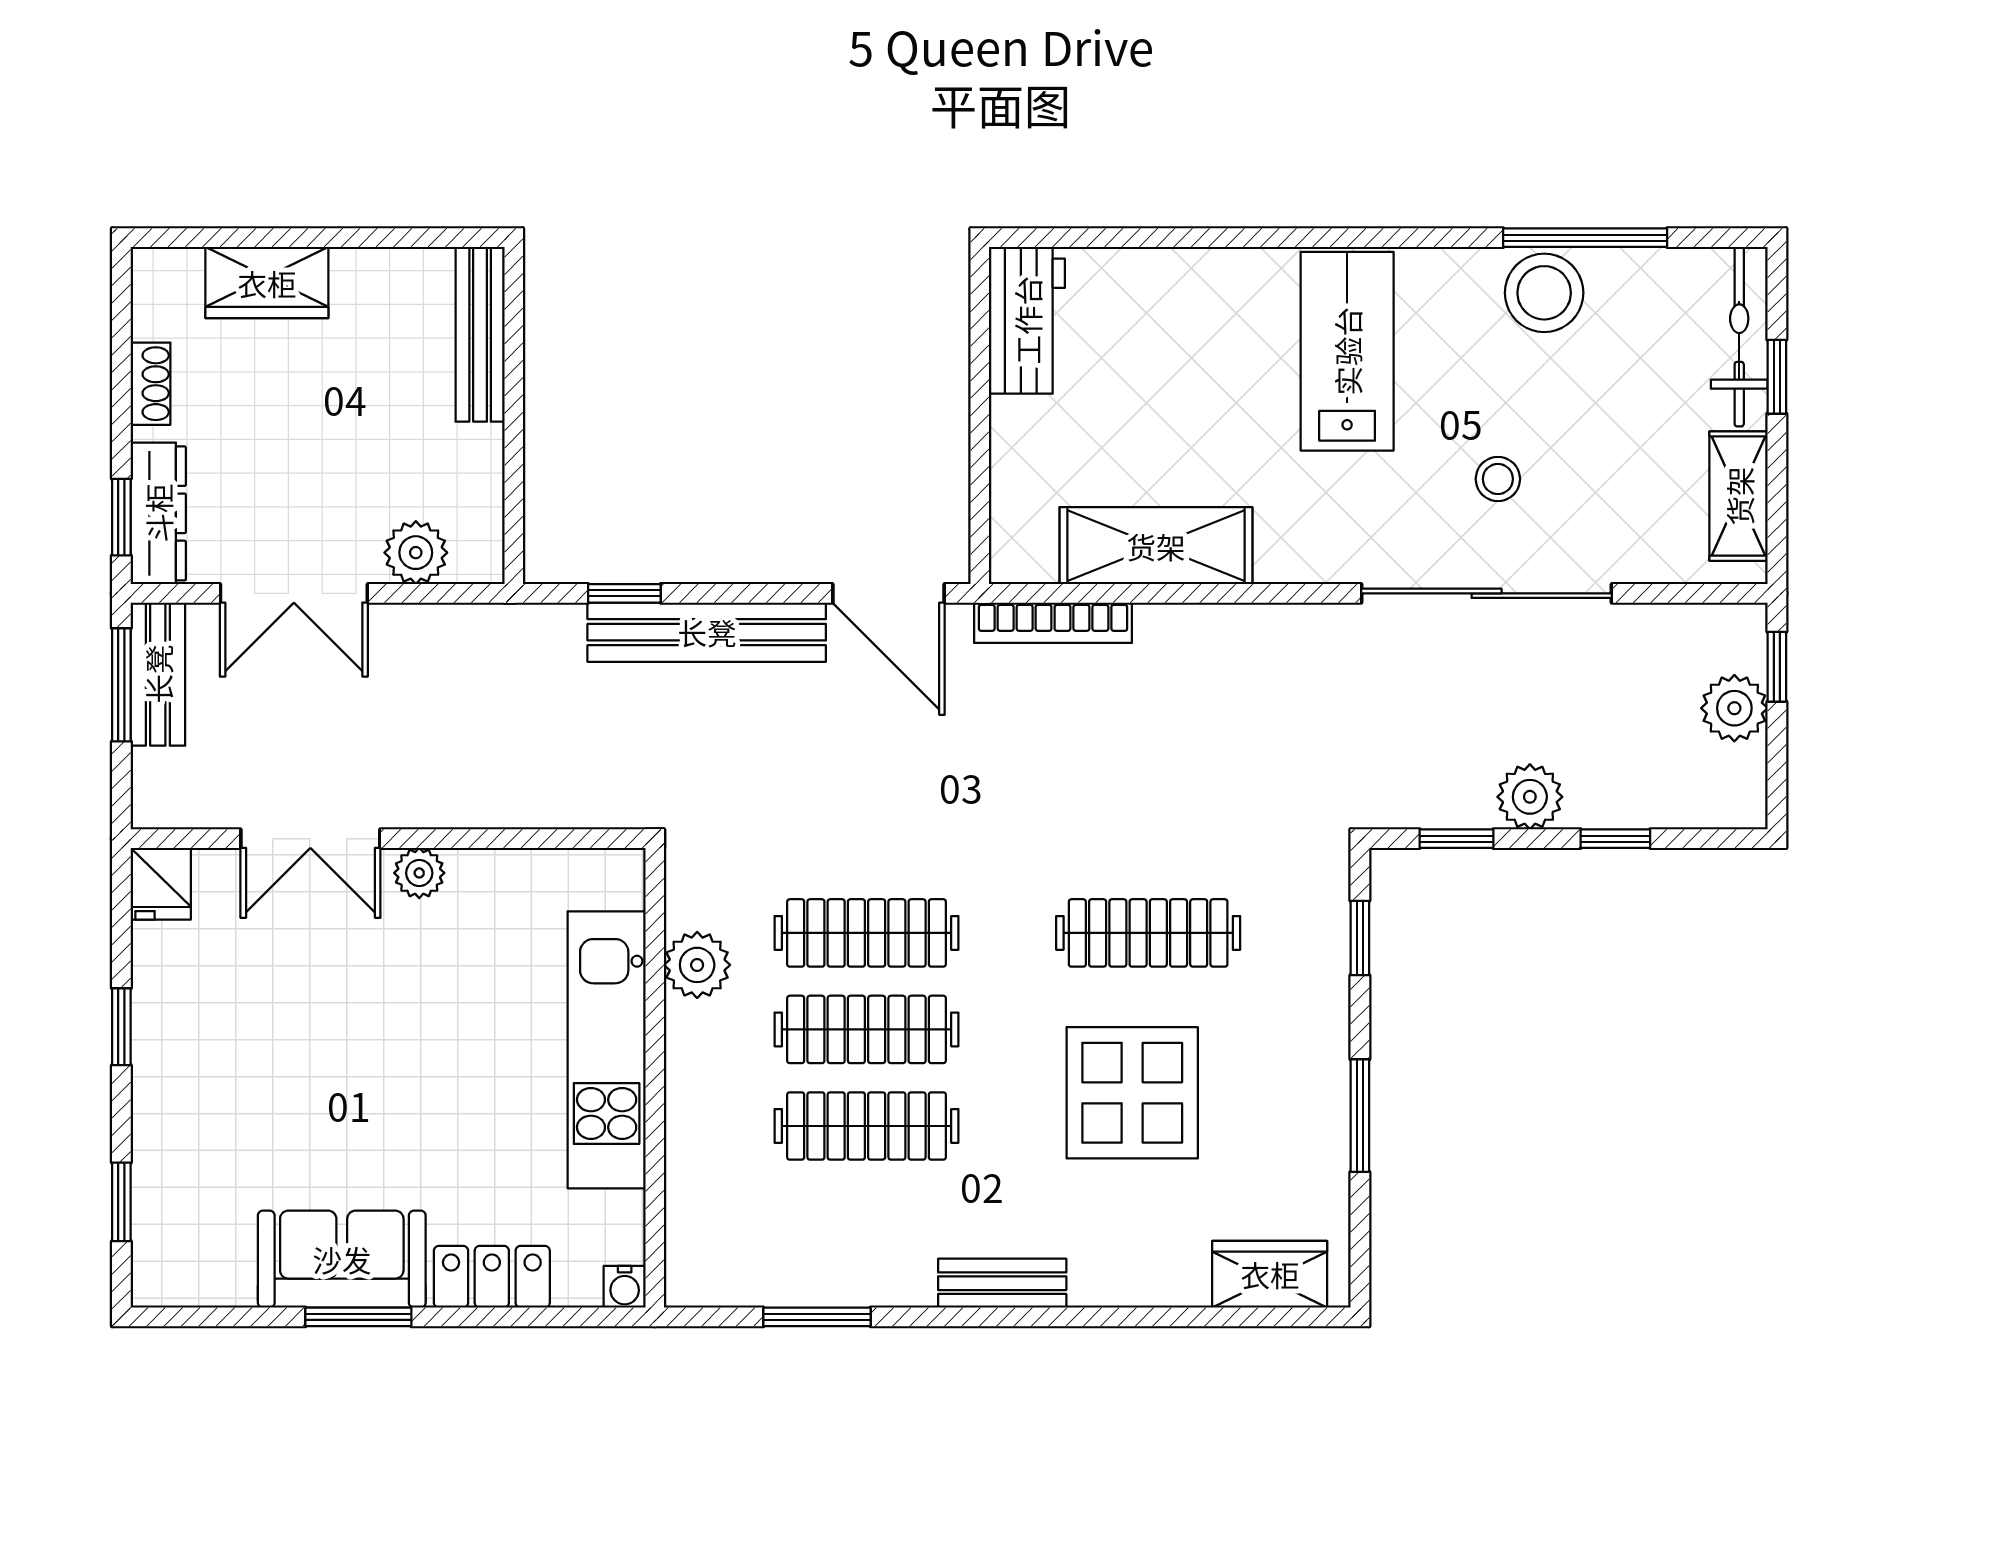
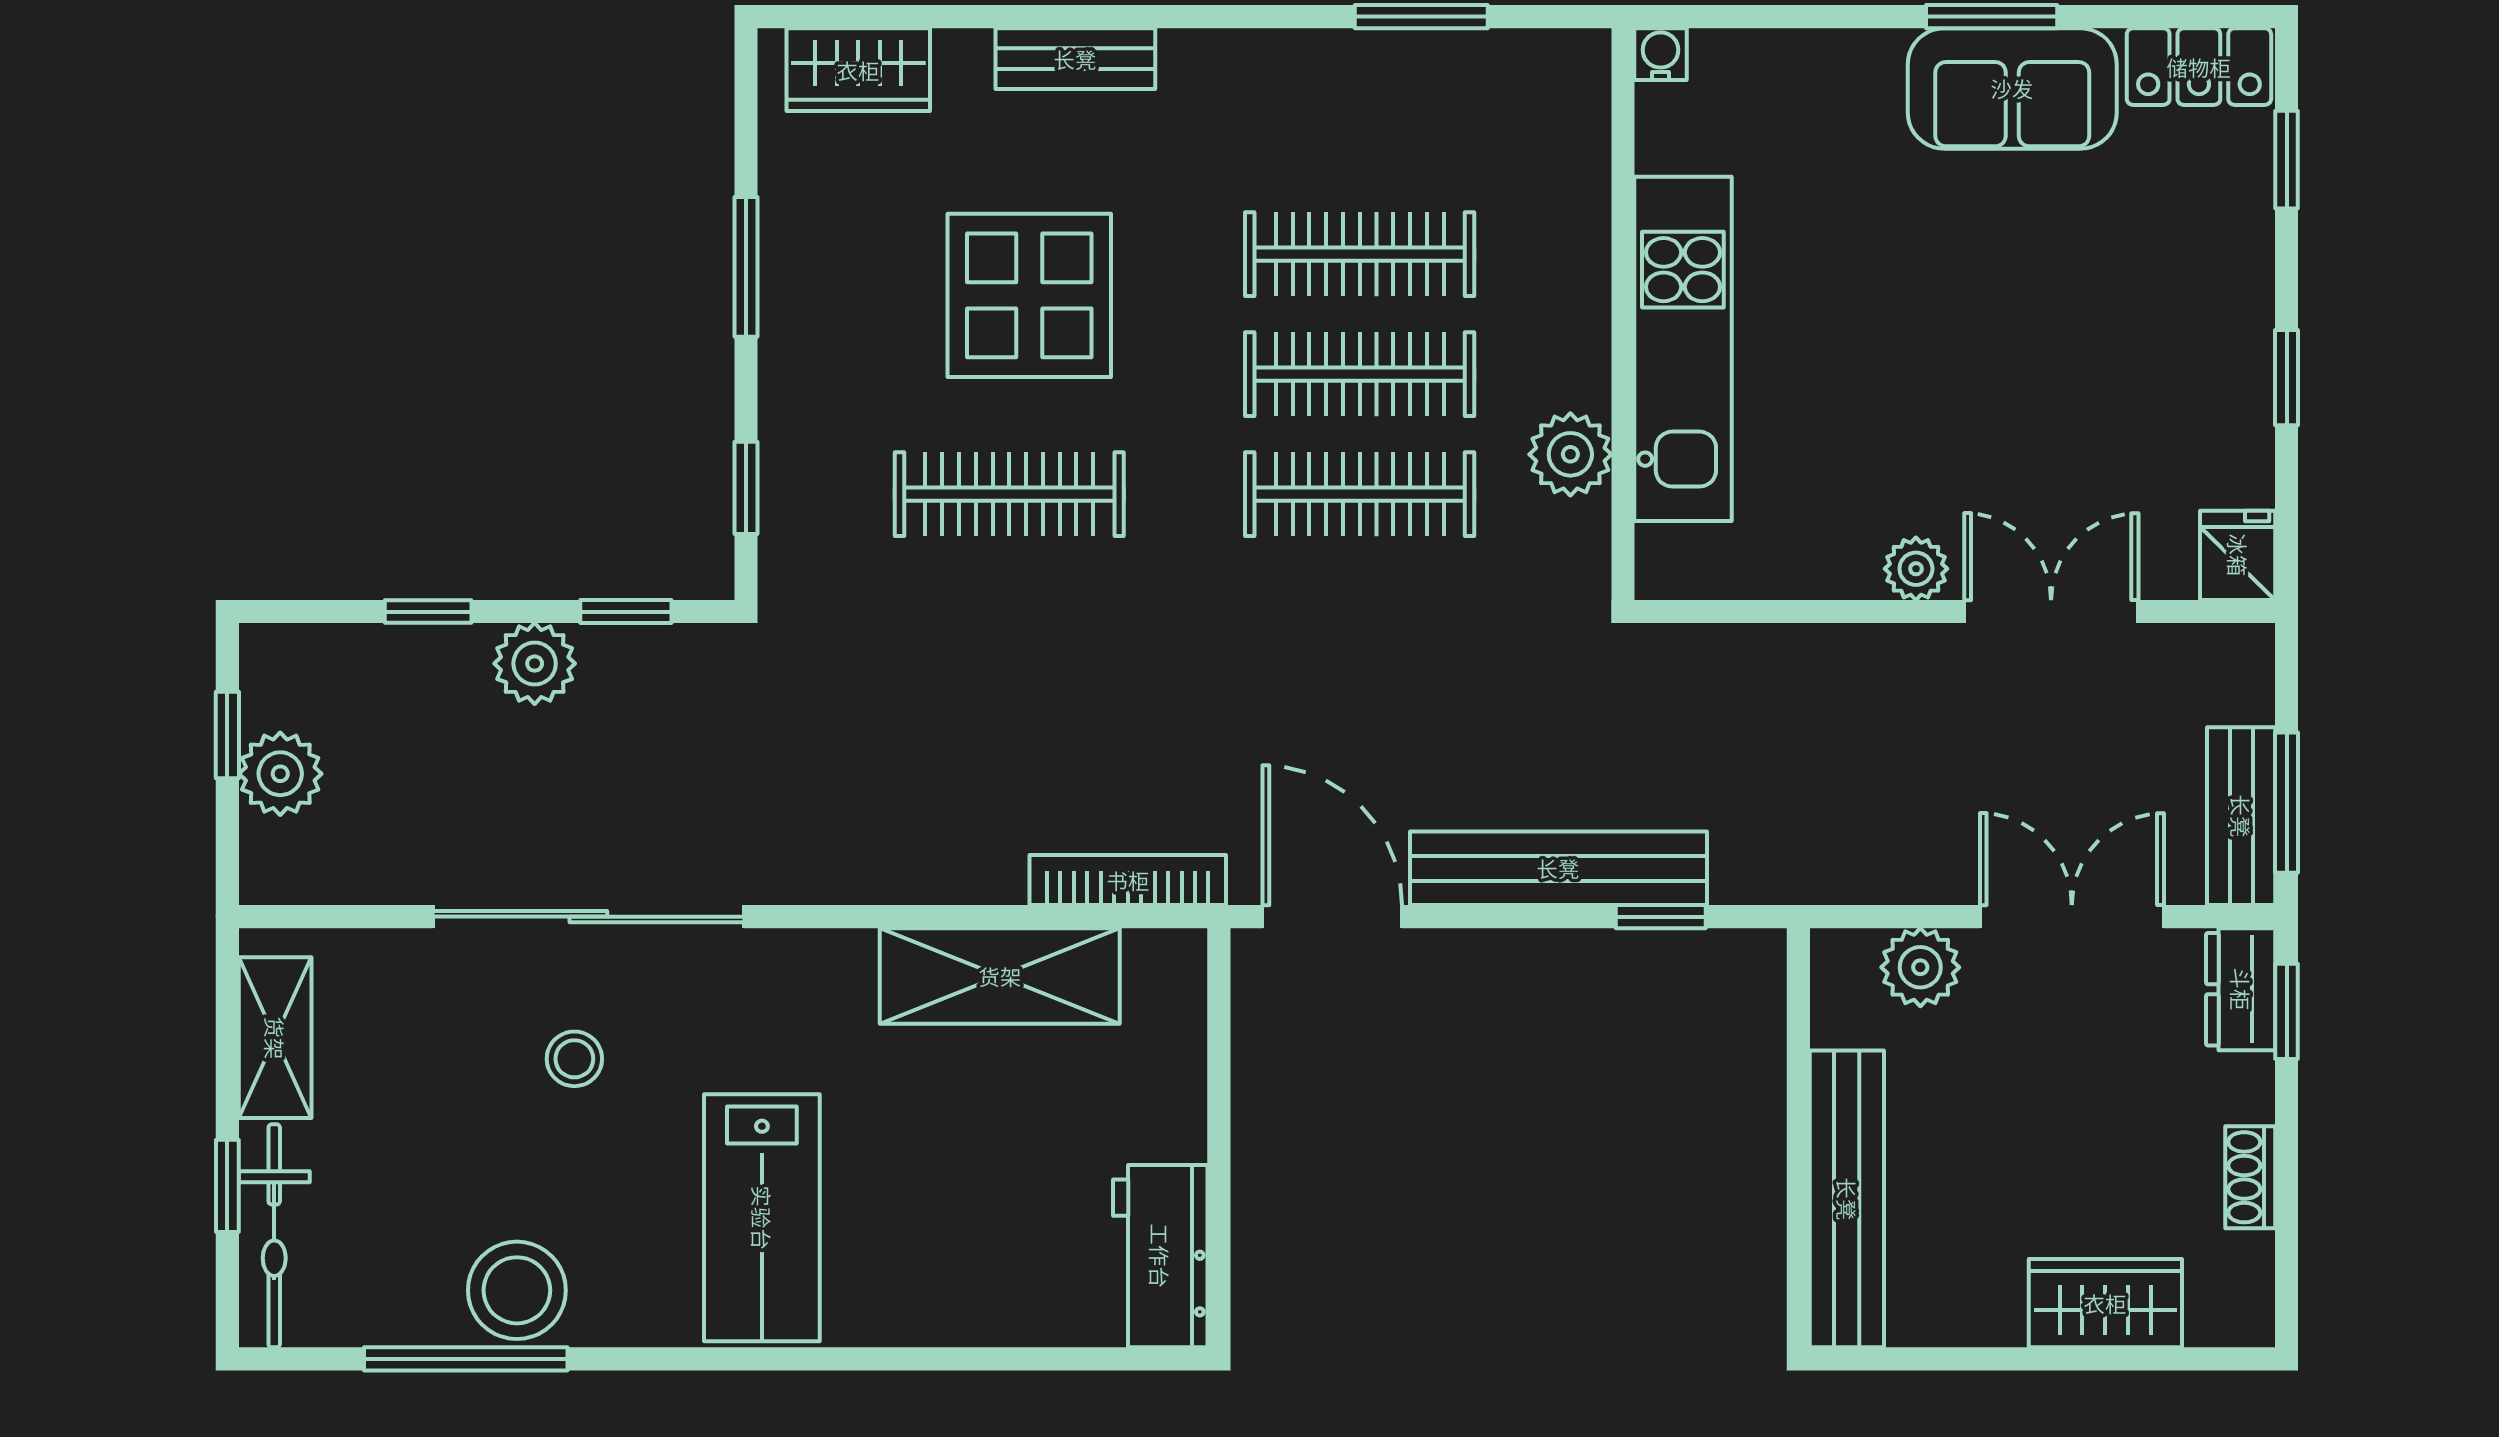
bench: (480, 334) -> (1847, 1199), width x1.37, depth x1.21
dresser: (158, 513) -> (2241, 989), width x0.70
window: (1777, 667) -> (227, 735), moved
locker: (492, 1277) -> (2199, 67), moved
bench: (1002, 1283) -> (1075, 59), moved

